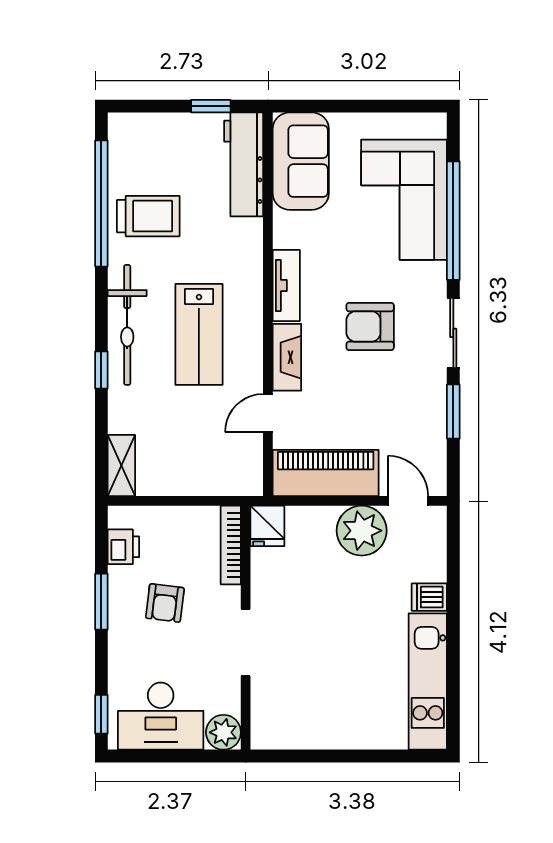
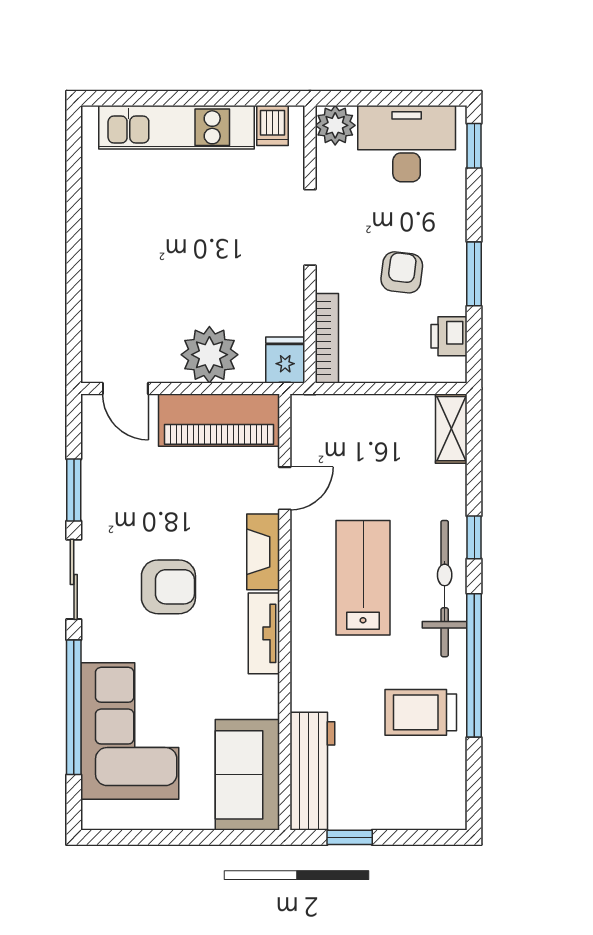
window: (101, 203) -> (474, 665), moved
plant: (362, 531) -> (209, 355), moved
dishwasher: (429, 597) -> (273, 126), moved, turned 90
kitchen unit: (428, 682) -> (177, 127), moved, turned 90

